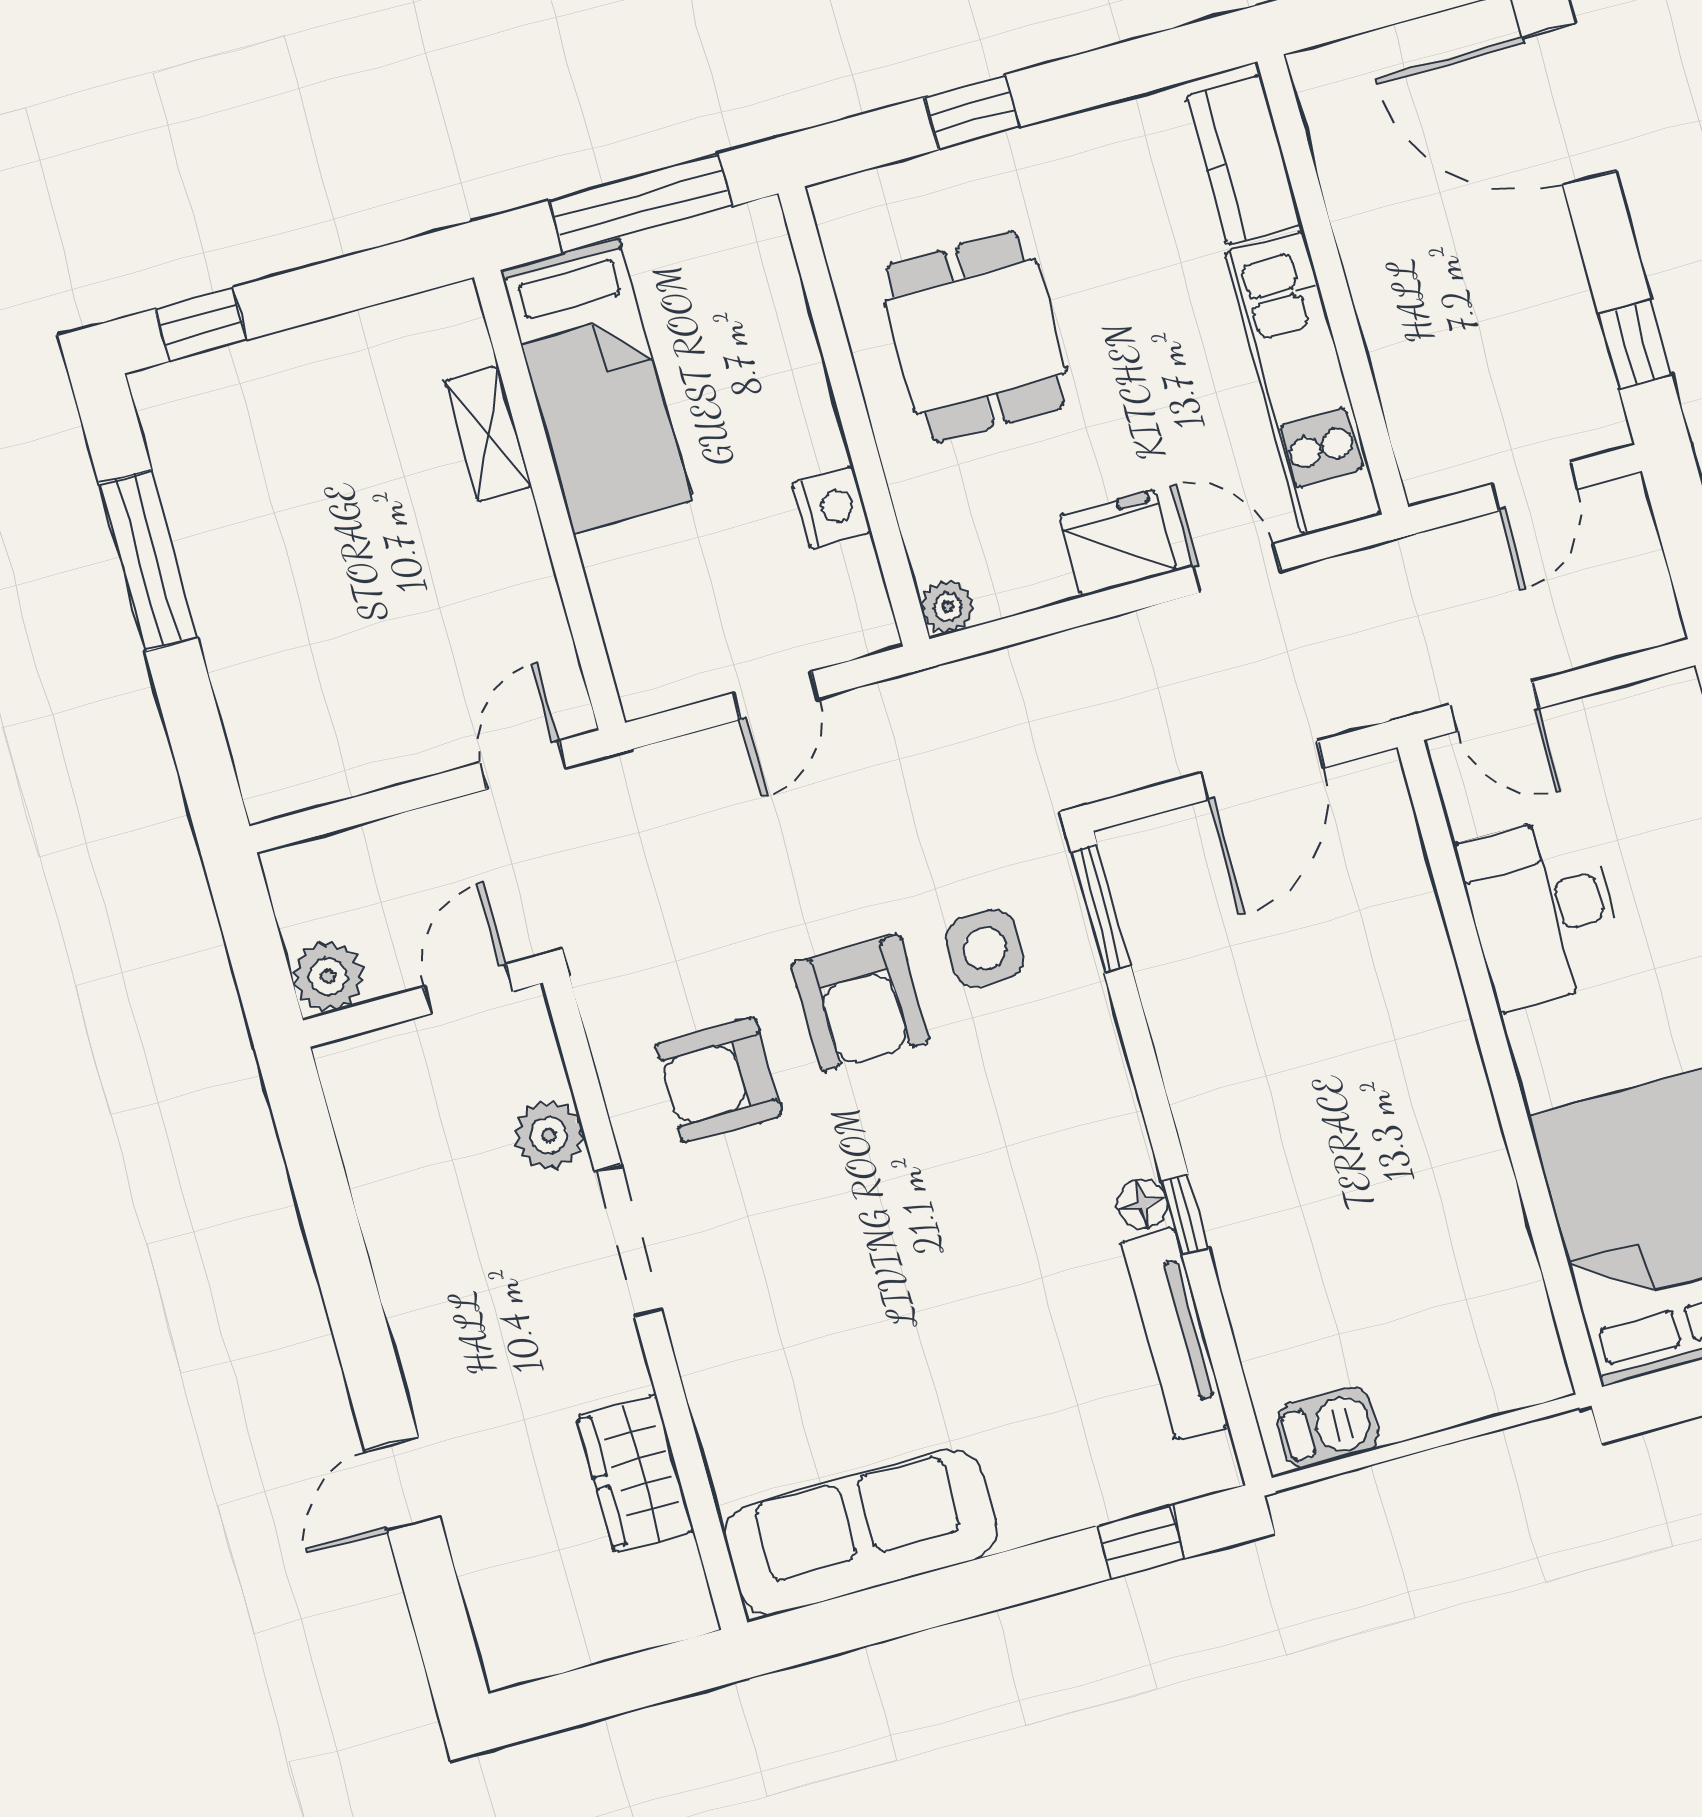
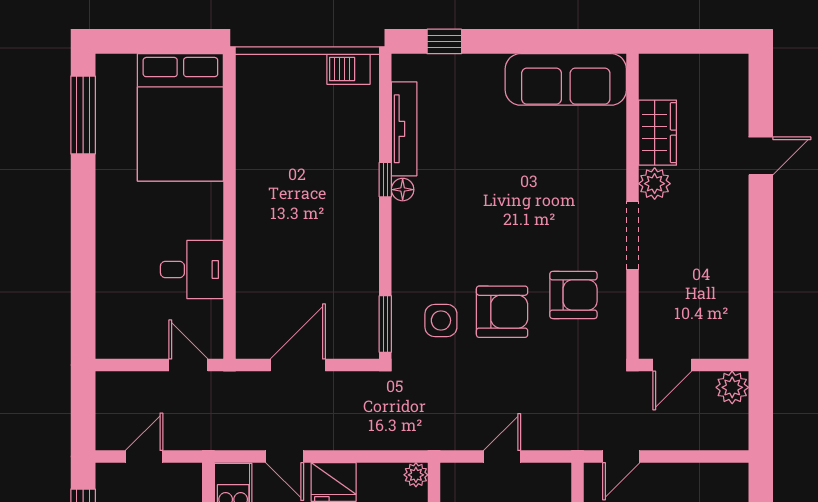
desk: (1543, 911) -> (192, 269), width x0.73
armchair: (860, 1003) -> (502, 312), turned 90
plant: (549, 1135) -> (655, 184), moved

